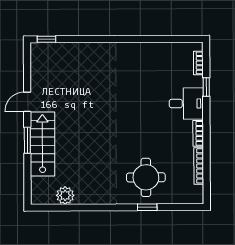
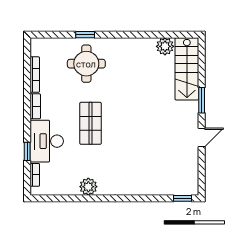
plant: (143, 51) -> (88, 187), added
desk: (186, 104) -> (47, 141), width x1.37
shop shelf: (141, 116) -> (91, 123), added
stairs: (43, 144) -> (187, 69), moved

